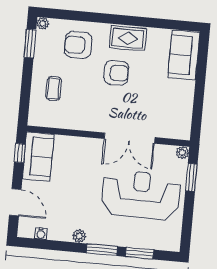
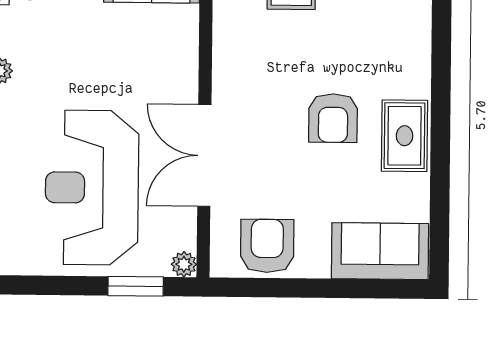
armchair: (78, 45) -> (267, 246), moved
reception desk: (141, 195) -> (92, 188), turned 180

